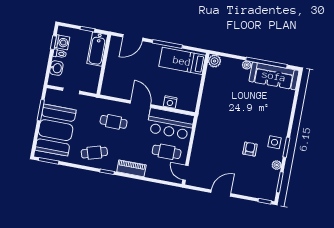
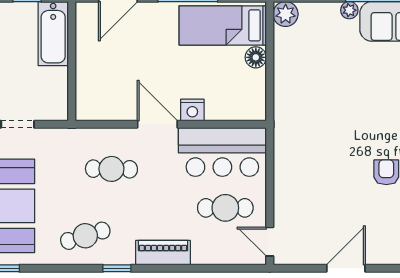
floor lamp: (196, 80) -> (256, 57), added
nightstand: (170, 102) -> (192, 110), moved

